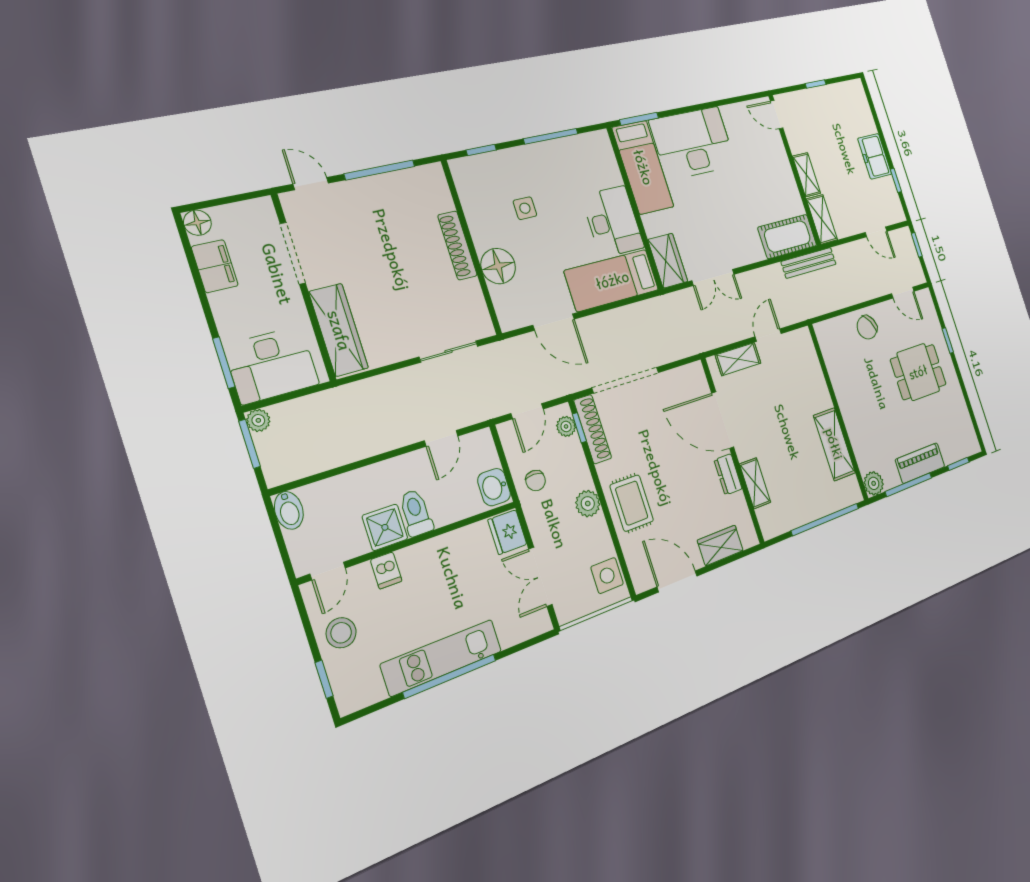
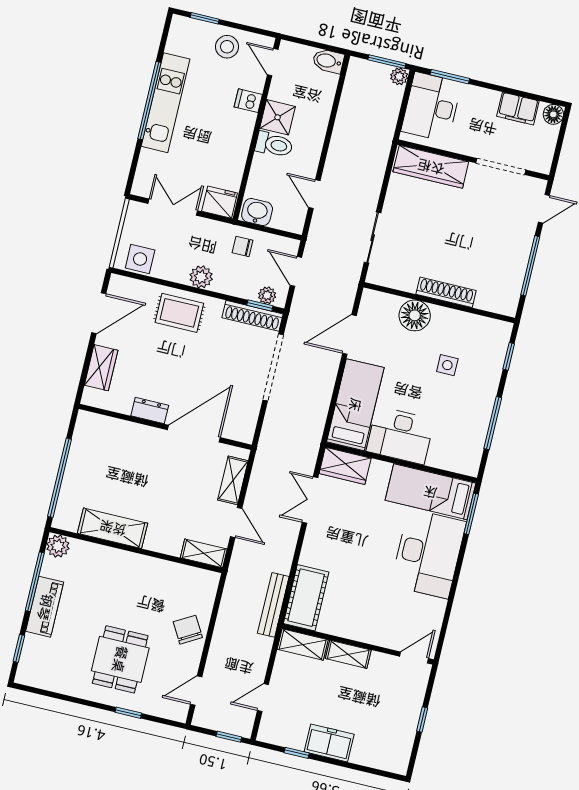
shelving: (755, 483) -> (204, 553), moved

